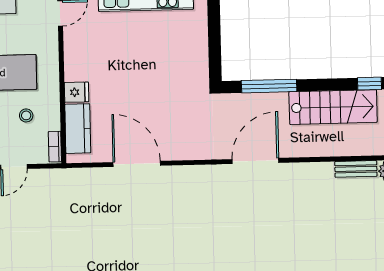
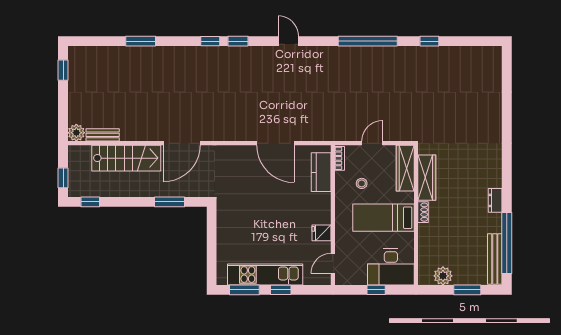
window: (269, 86) -> (169, 202), width x0.69
fridge: (77, 92) -> (321, 233), moved
stairs: (333, 107) -> (126, 158), moved, turned 180

